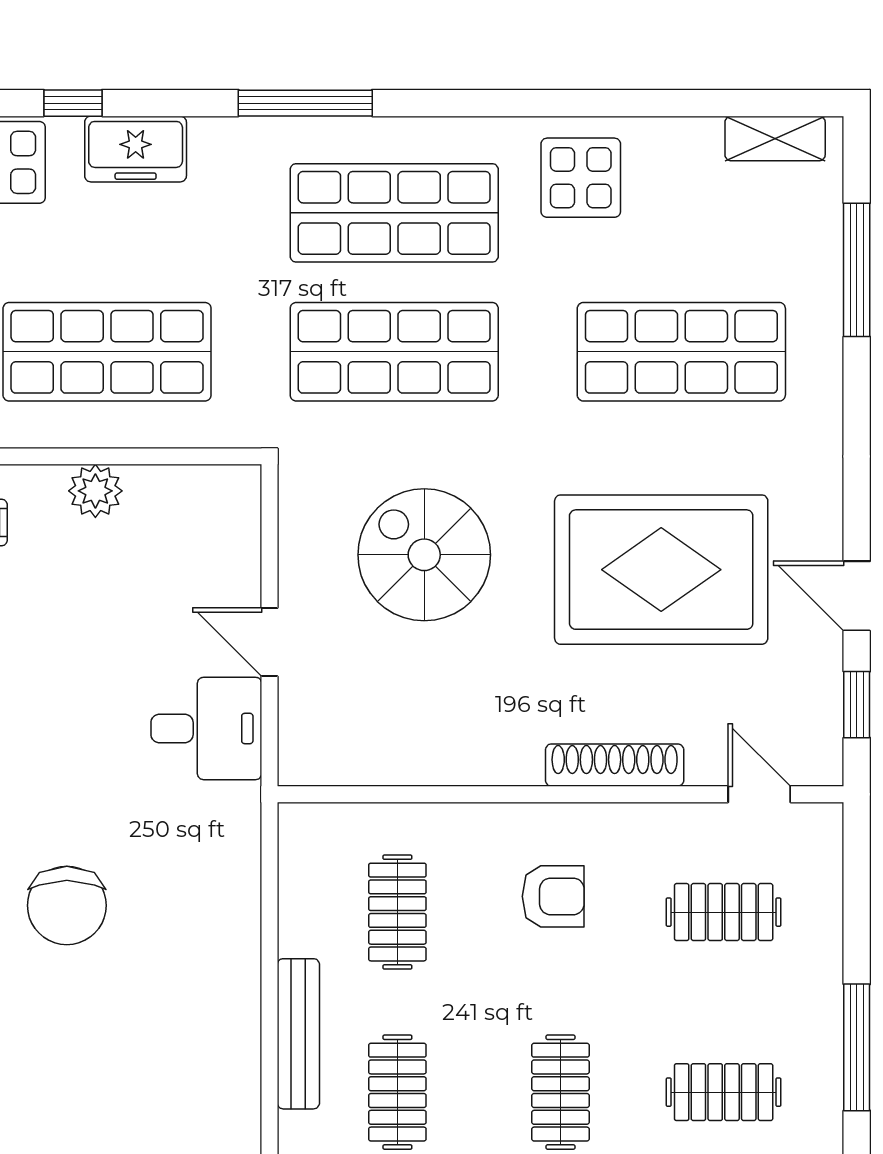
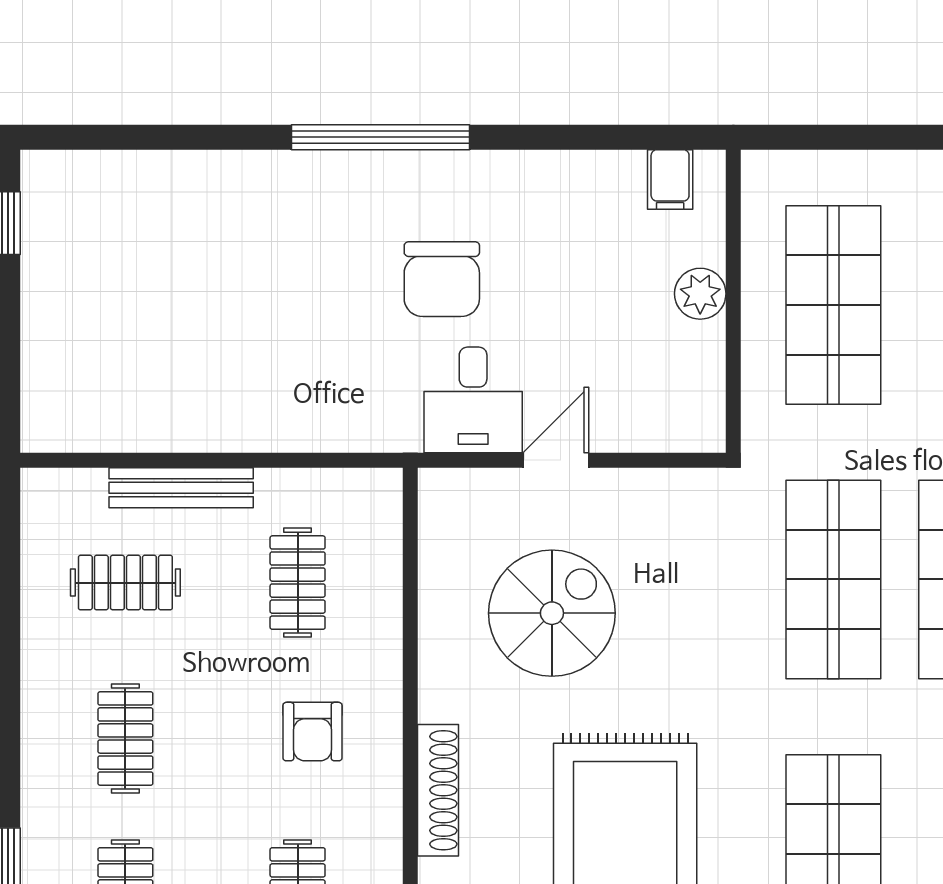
spiral stairs: (424, 555) -> (552, 613), moved
chair: (67, 905) -> (442, 279), moved, turned -90
clothes rail: (397, 912) -> (298, 583), turned 90
clothes rail: (560, 1092) -> (125, 739), turned 90

